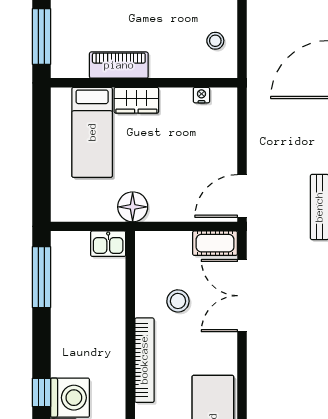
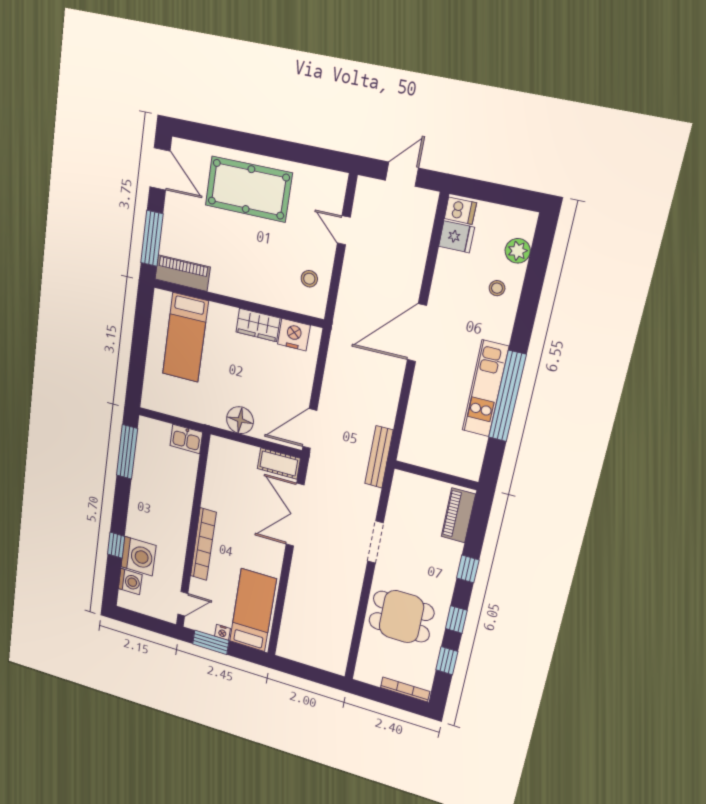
piano: (119, 65) -> (182, 273), moved
nightstand: (201, 95) -> (294, 335), width x1.89, depth x1.79
wardrobe: (136, 100) -> (258, 325), moved
floor lamp: (133, 207) -> (240, 420), moved
stool: (178, 301) -> (239, 504), removed

